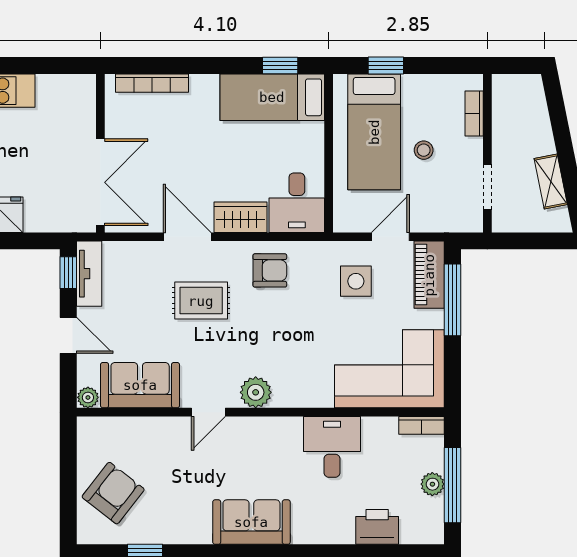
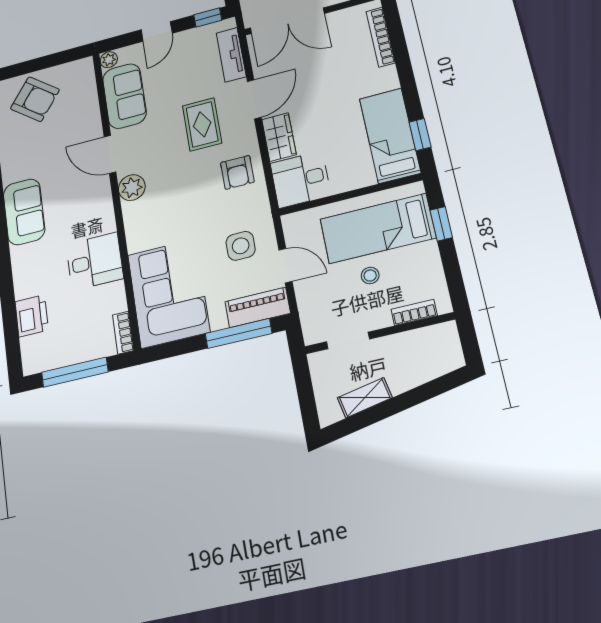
tv unit: (89, 274) -> (231, 55), moved, turned 90
door: (208, 412) -> (110, 154), width x1.38
plant: (432, 484) -> (74, 354), removed

